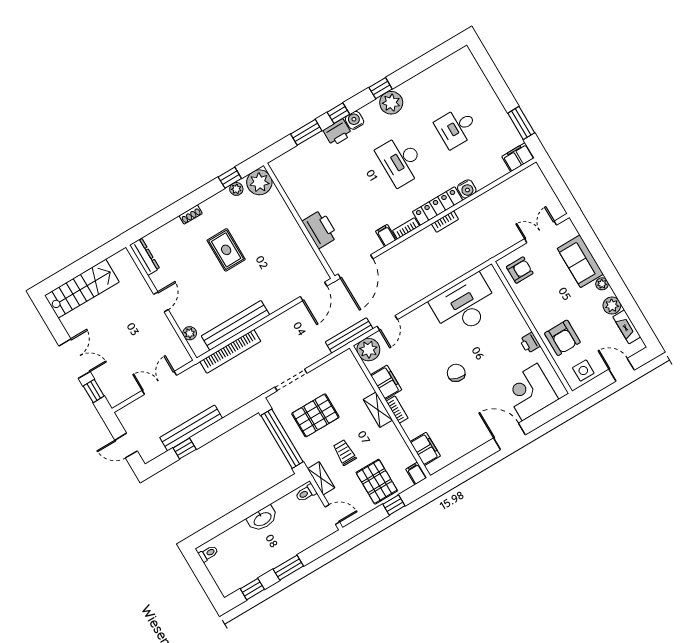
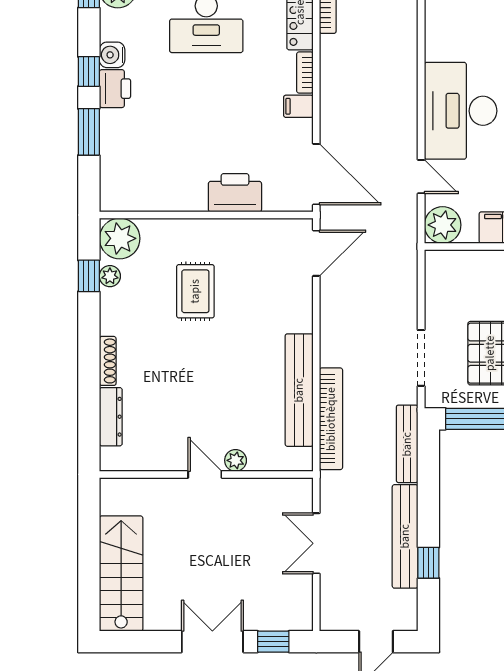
shoe rack: (191, 215) -> (108, 361), width x1.43
rug: (226, 250) -> (195, 291), moved, turned 90
dresser: (145, 257) -> (111, 417), moved, turned 90
door: (314, 291) -> (316, 253), hinge flipped
desk: (464, 305) -> (461, 111), moved
plant: (190, 333) -> (236, 460), moved
bench: (349, 335) -> (407, 444), moved

